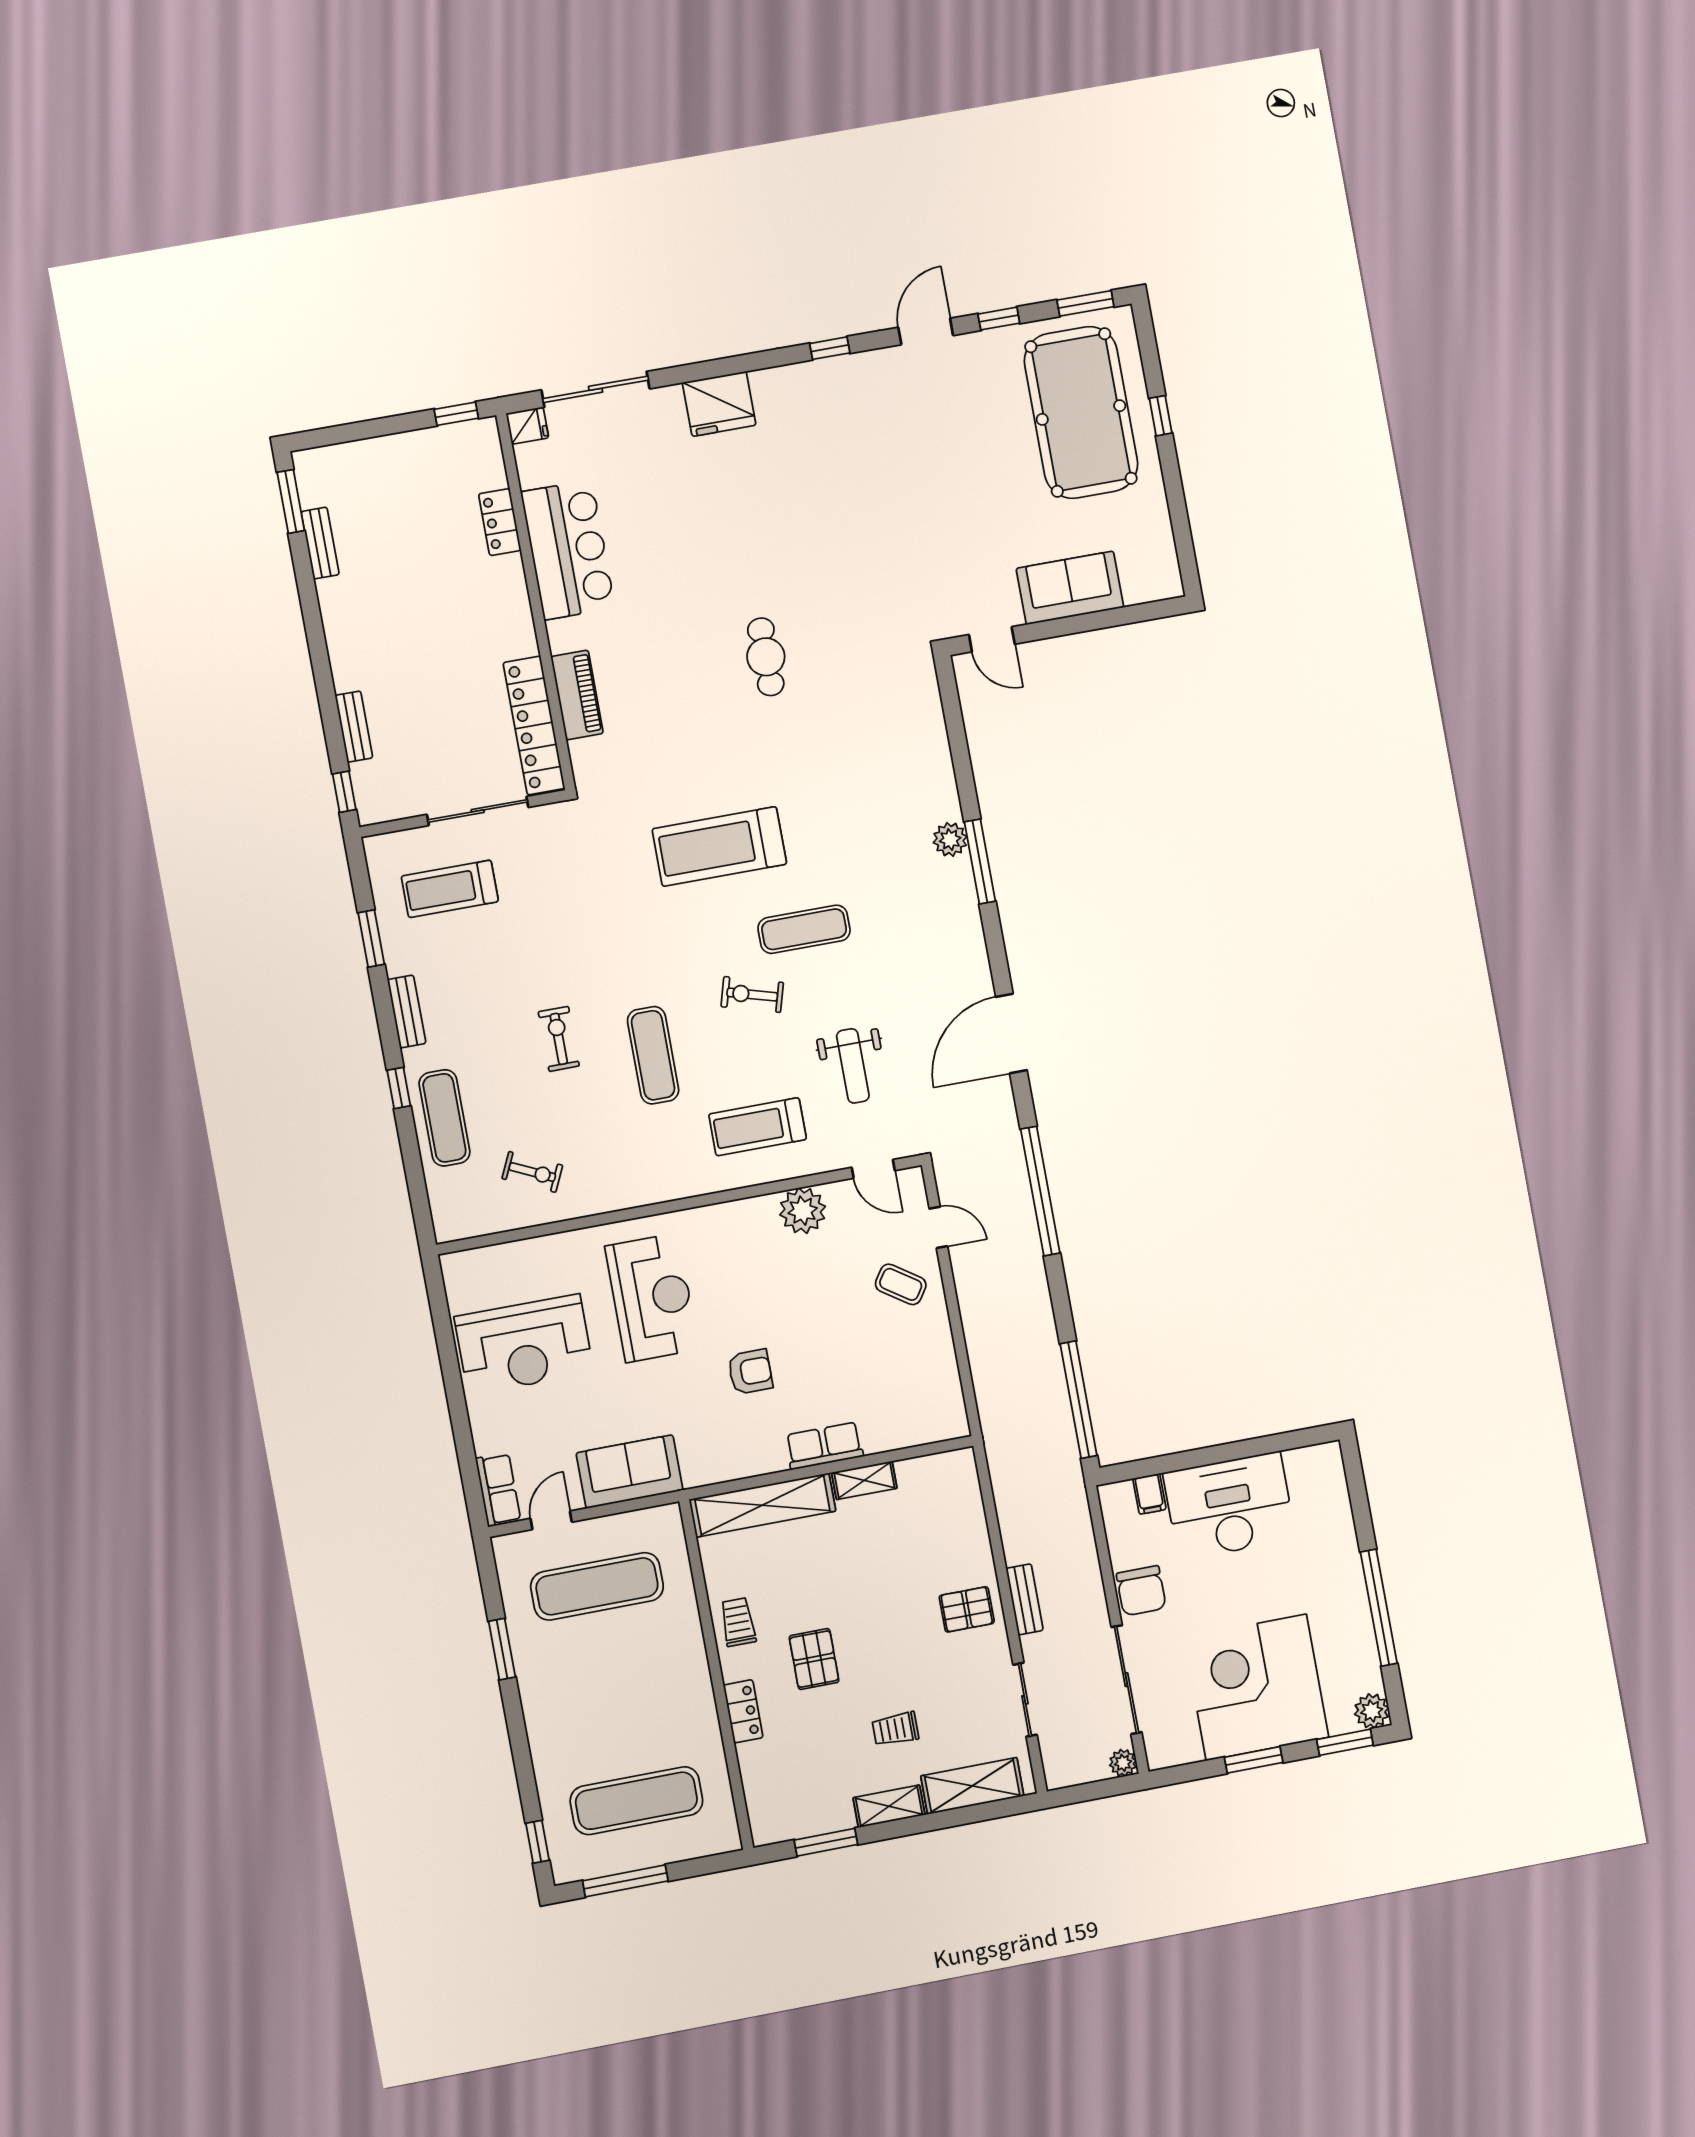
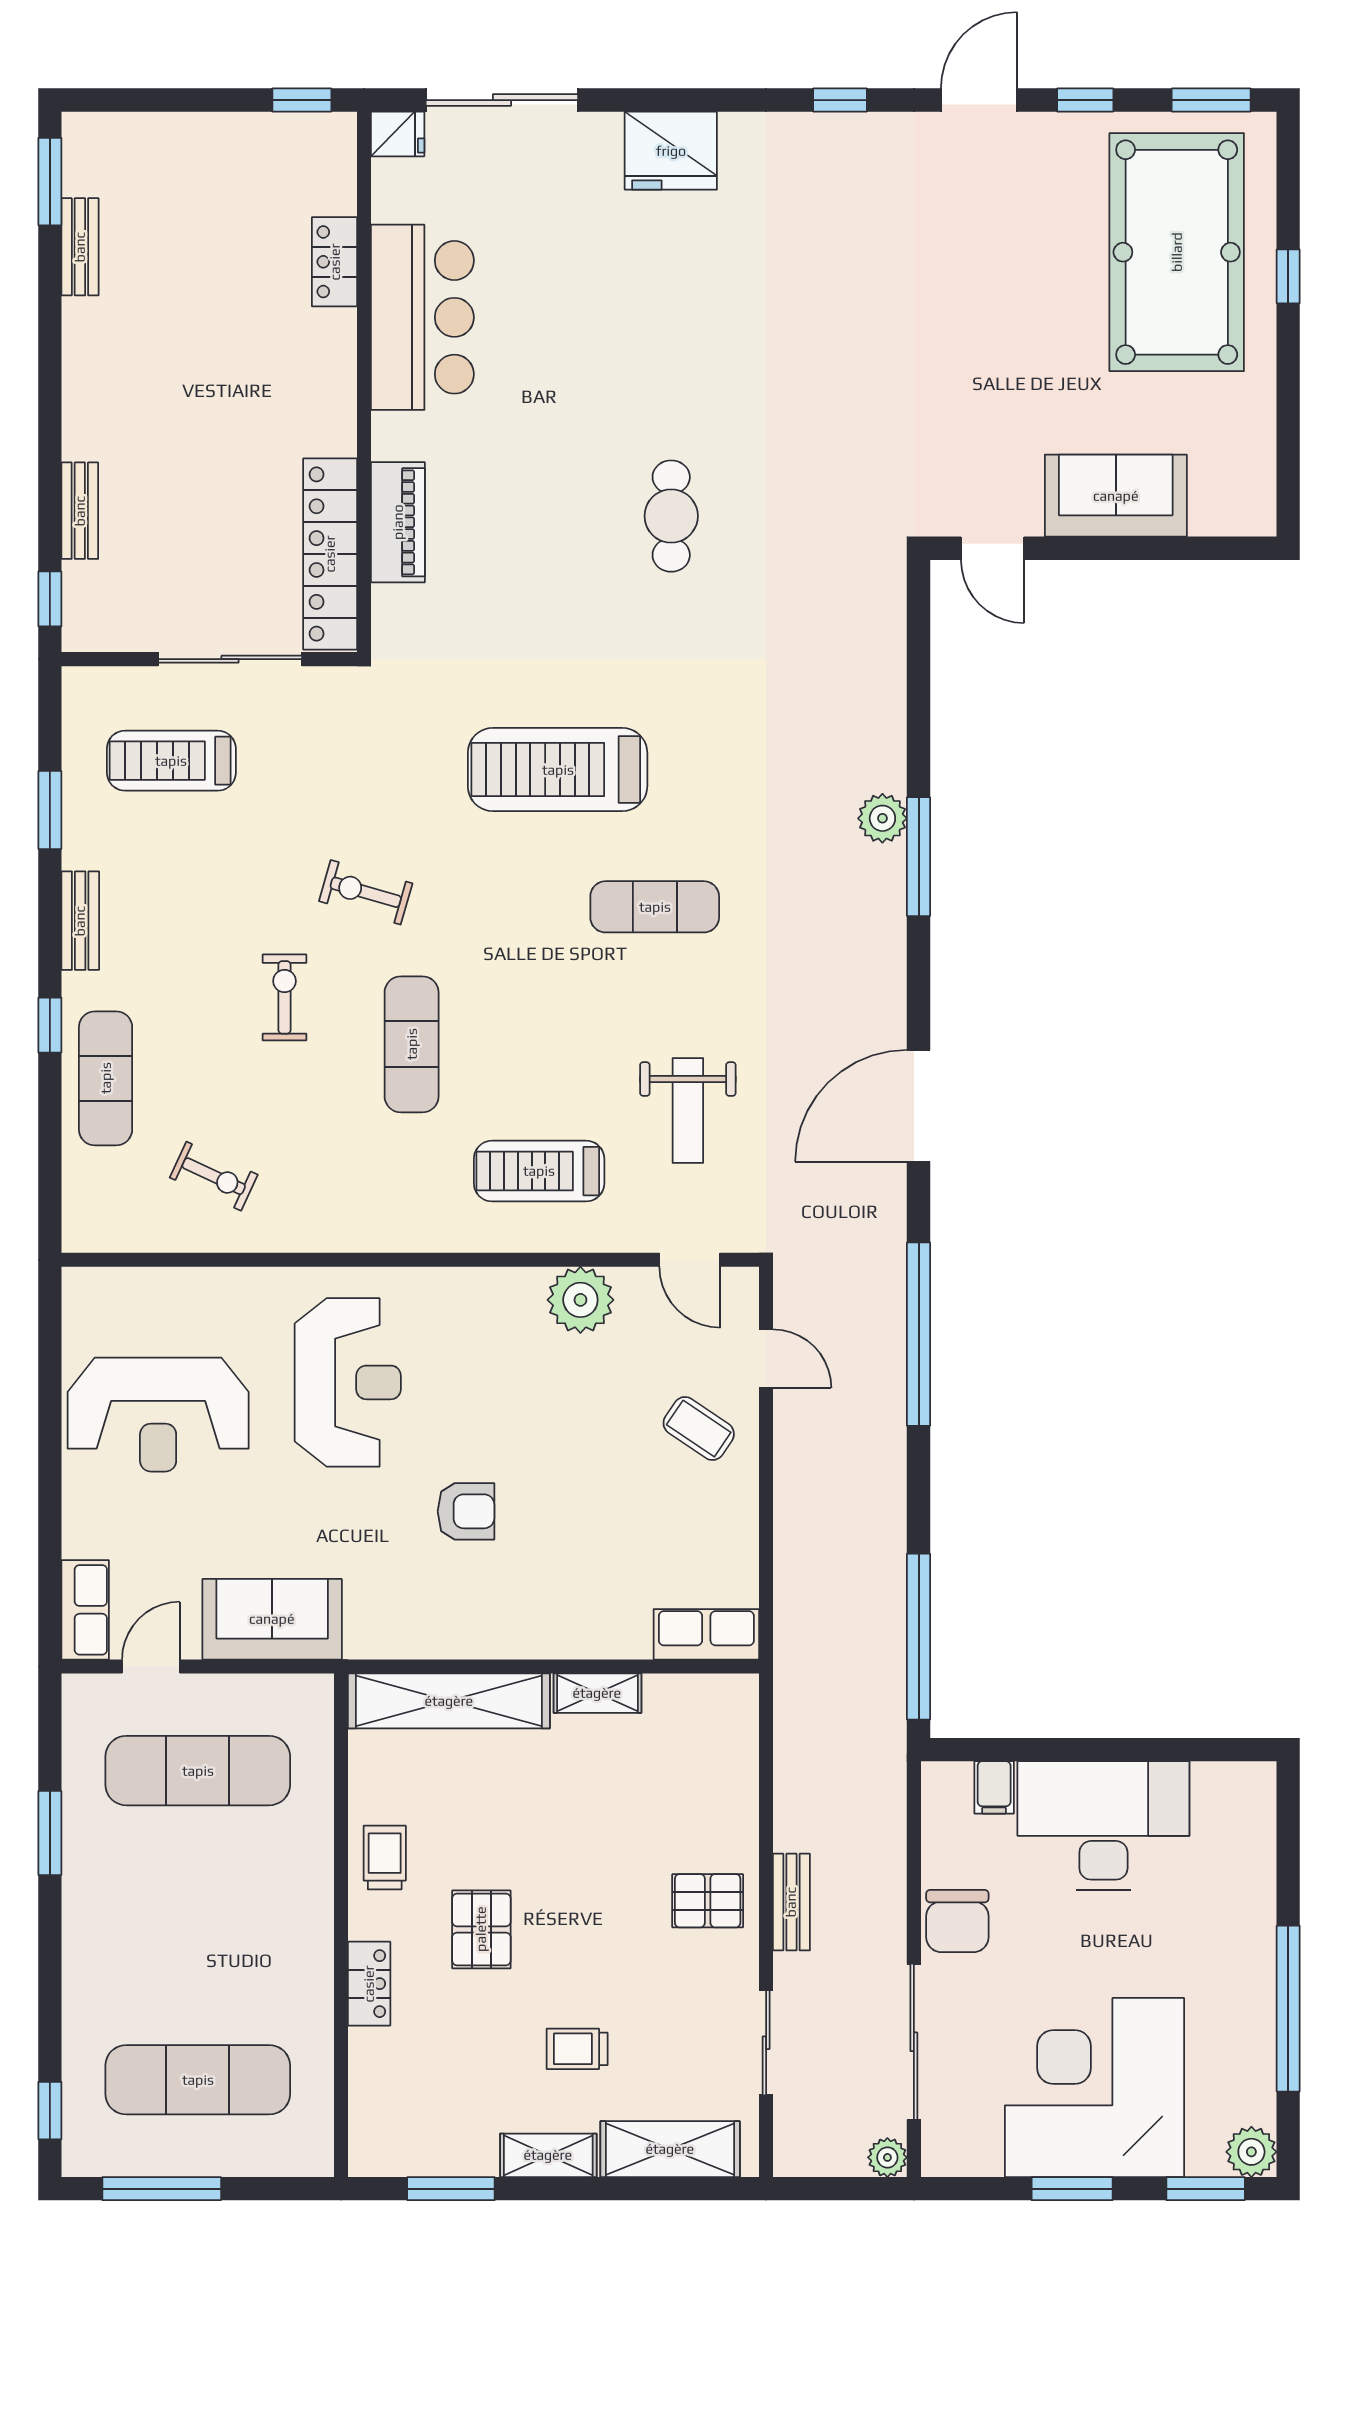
exercise bike: (752, 995) -> (366, 892), moved
row of seats: (824, 1446) -> (706, 1634), moved

